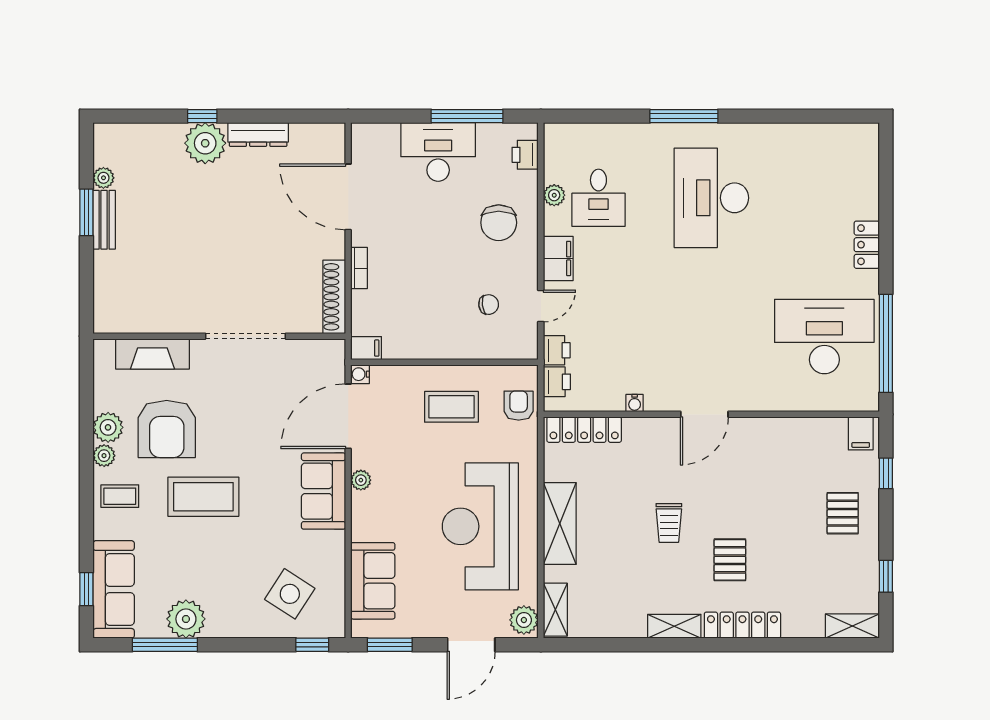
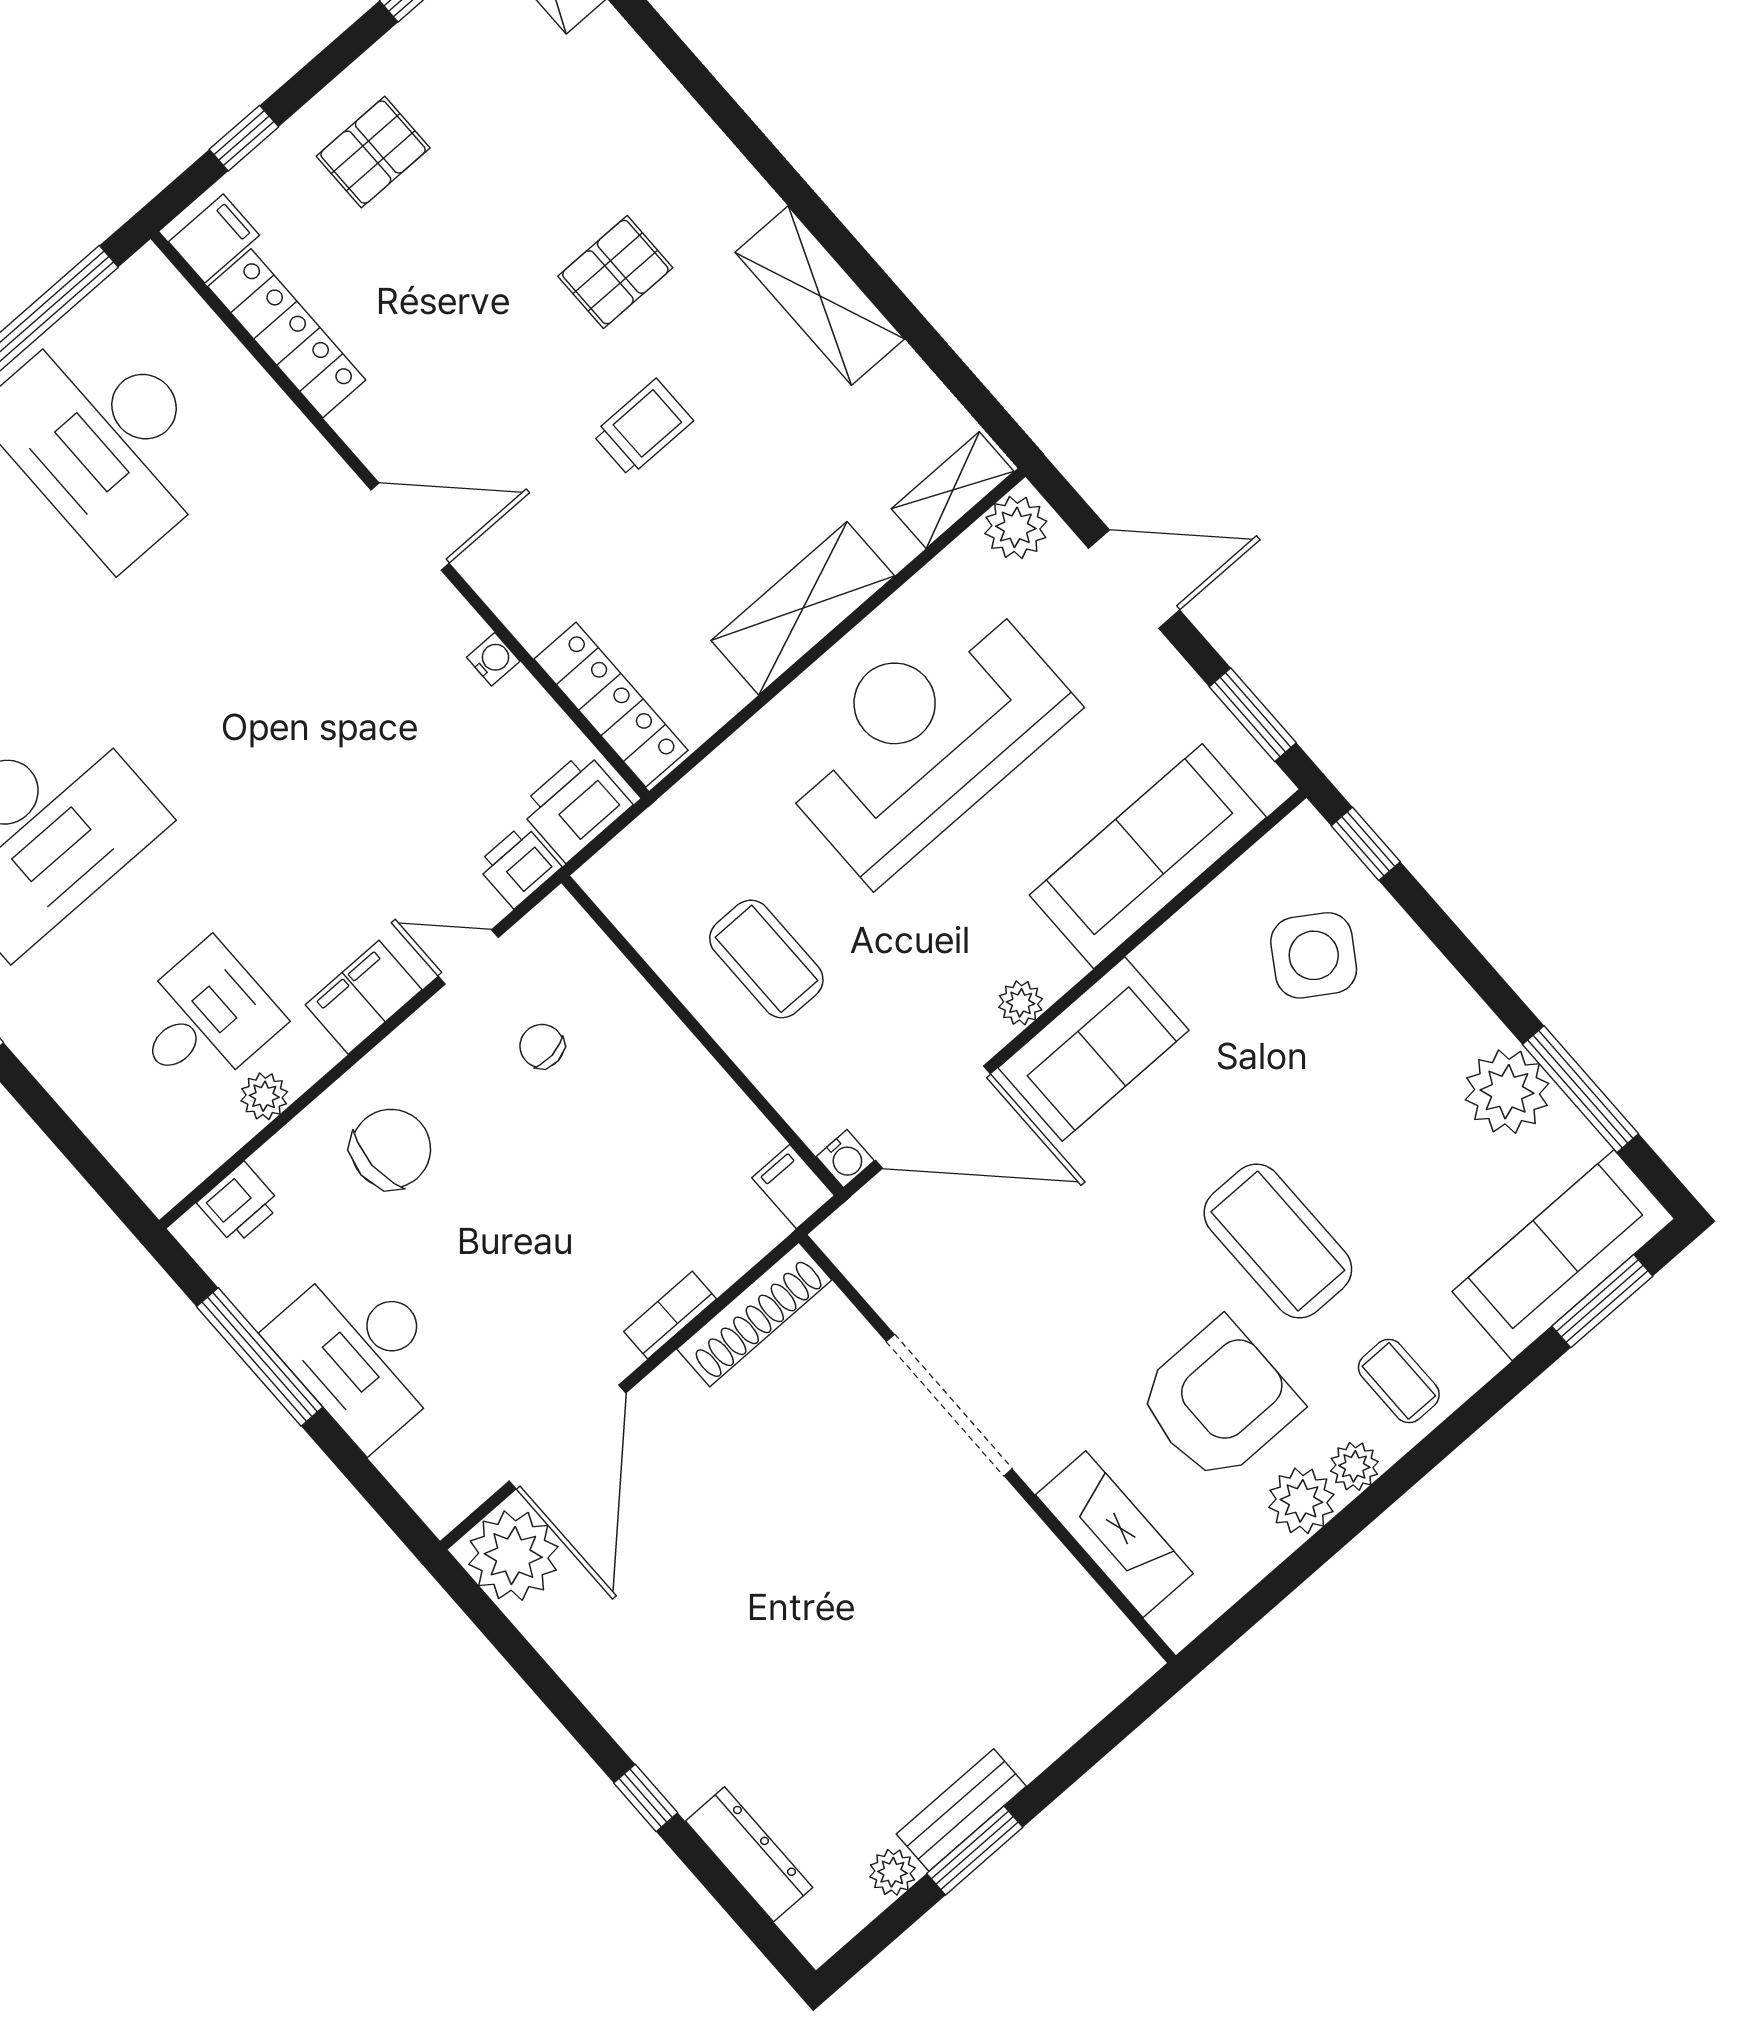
dresser: (258, 134) -> (749, 1854), moved
plant: (205, 143) -> (513, 1556), moved
printer: (557, 382) -> (575, 806), width x1.36, depth x1.24
armchair: (519, 406) -> (667, 849), removed
reception desk: (480, 526) -> (923, 736), turned 180
sofa: (373, 581) -> (1148, 856), width x1.36
window: (86, 589) -> (1602, 1301), width x1.50
locker: (742, 625) -> (287, 333), moved, turned 180
shelving: (674, 626) -> (820, 296), width x1.50, depth x1.33

